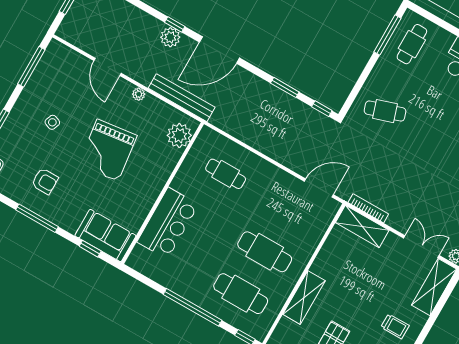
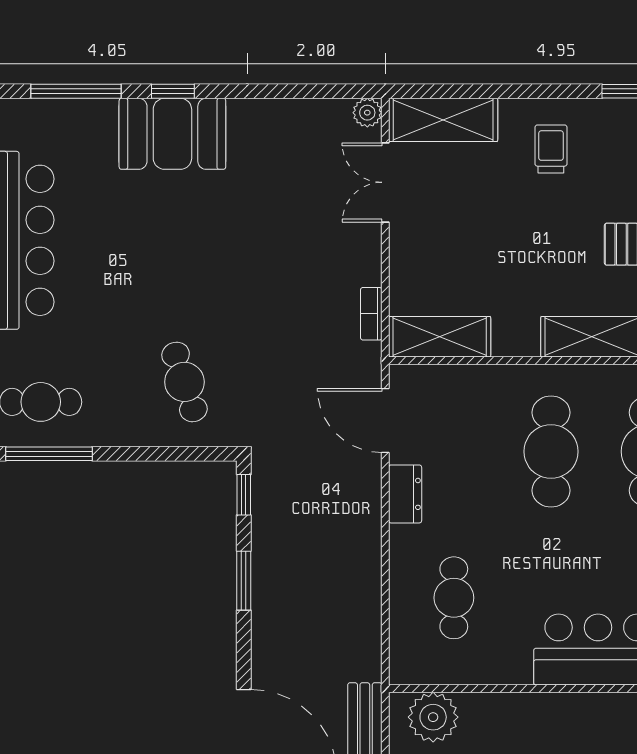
dresser: (282, 178) -> (405, 494), added
bookcase: (368, 208) -> (371, 314), width x0.64
shelving: (362, 226) -> (440, 337), moved, turned 90

